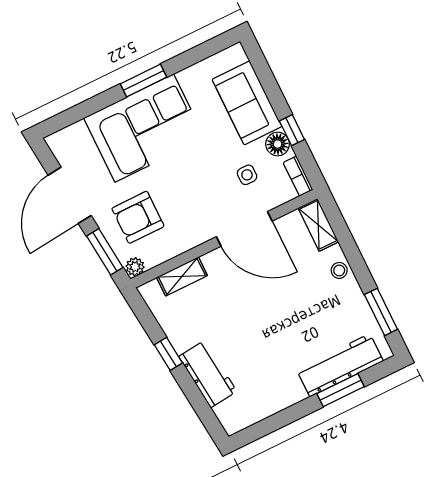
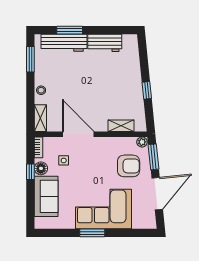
workbench: (208, 374) -> (105, 43), moved, turned -84

